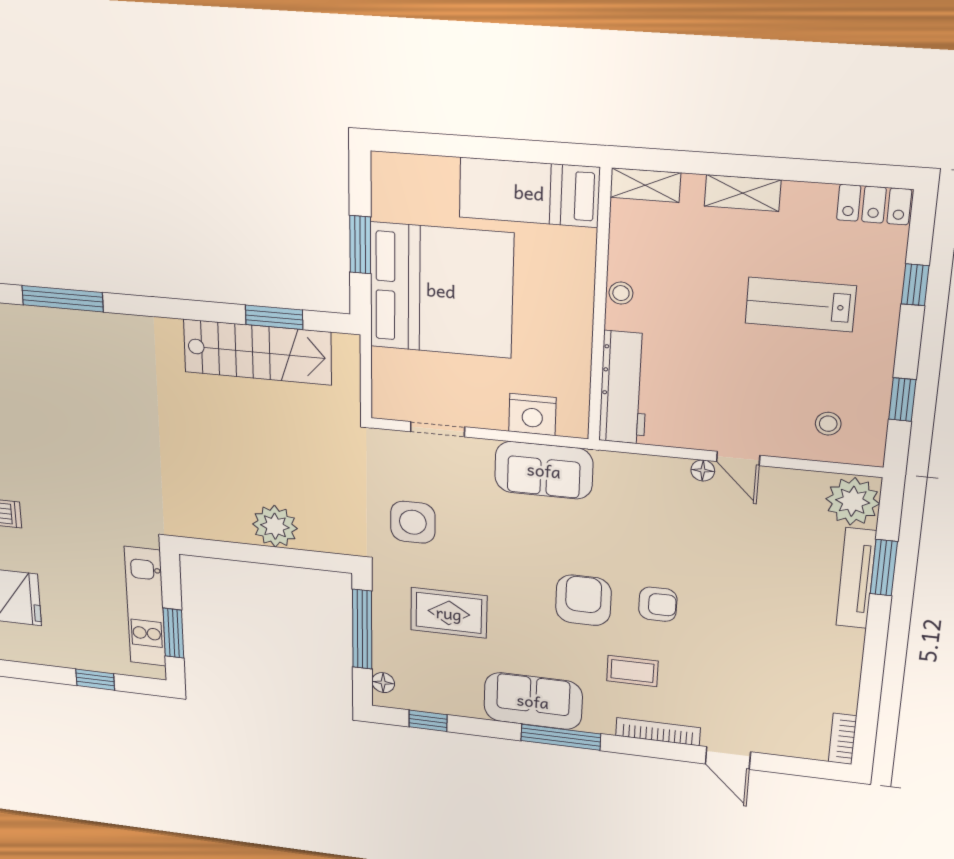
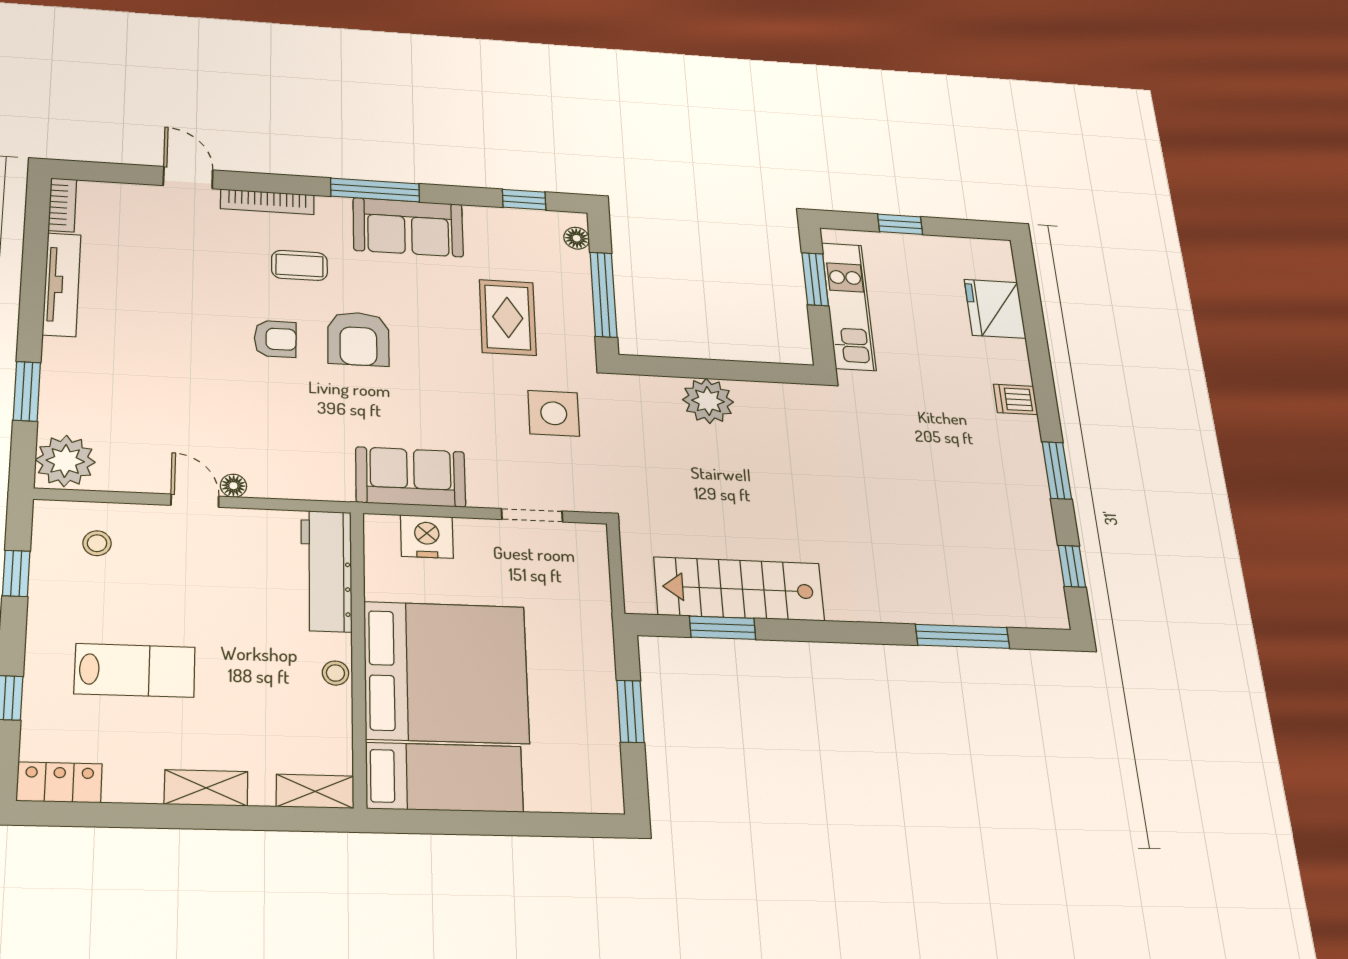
bed: (441, 290) -> (446, 672), moved, turned 180
tv unit: (856, 578) -> (62, 285), moved
armchair: (658, 604) -> (275, 339), turned 180
rug: (449, 613) -> (508, 317), turned 90

